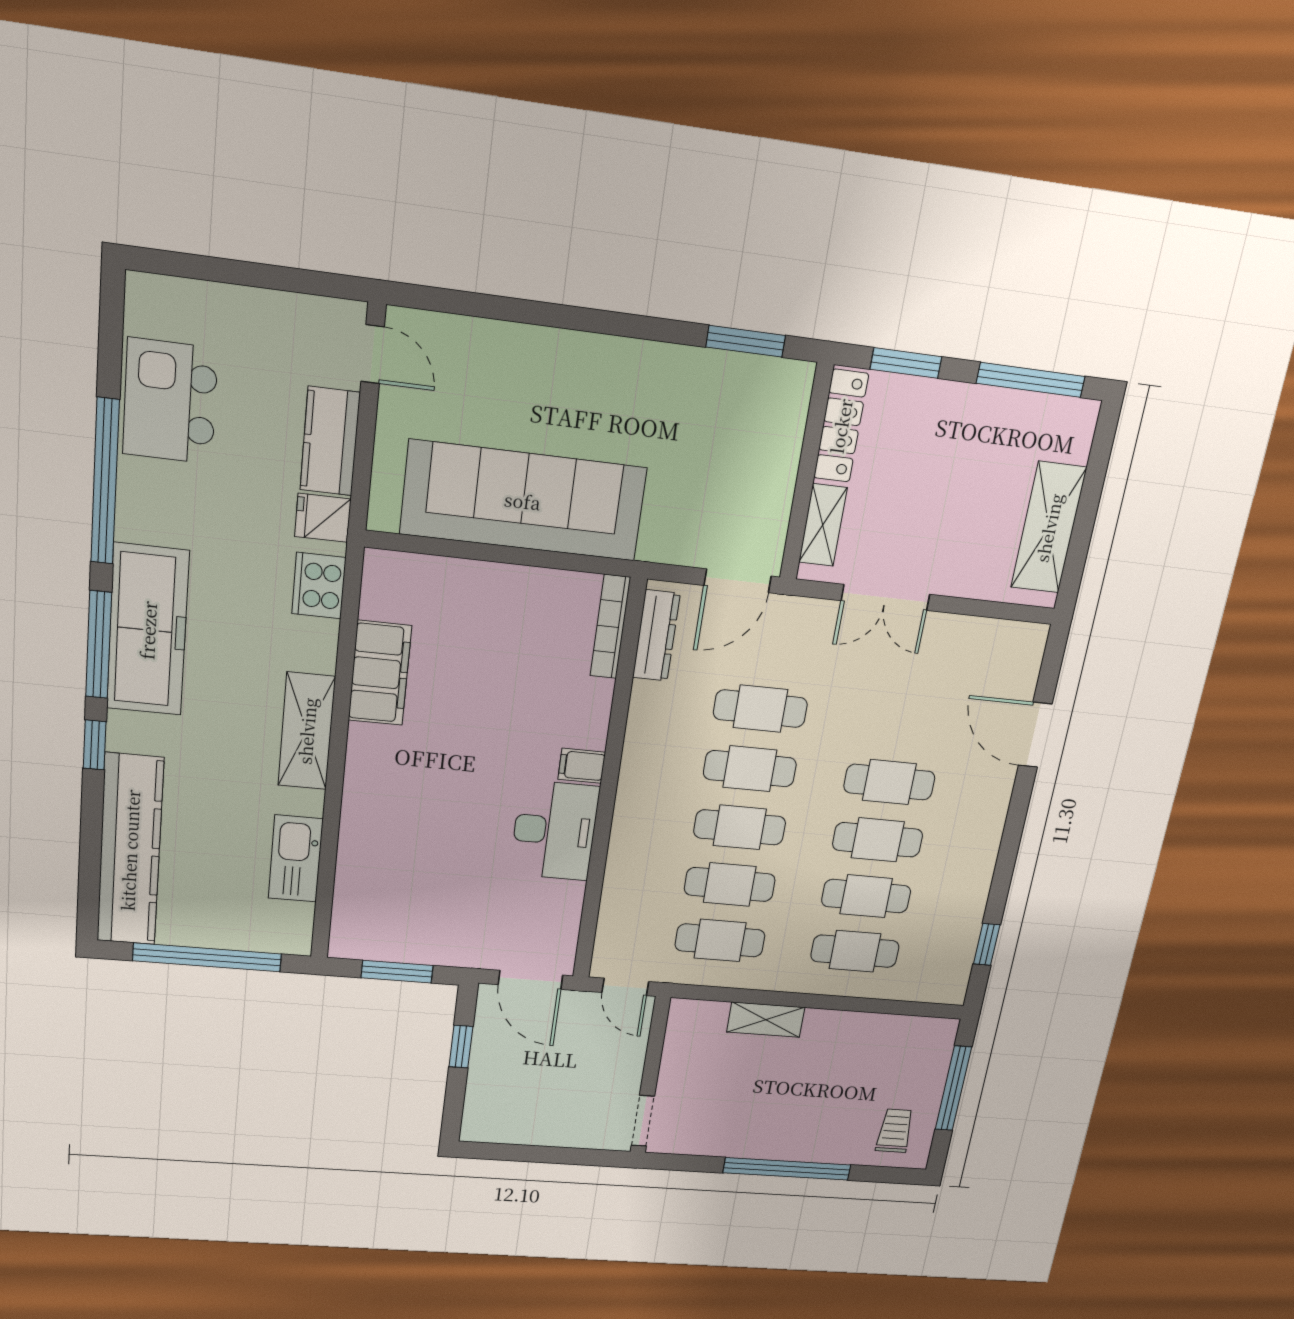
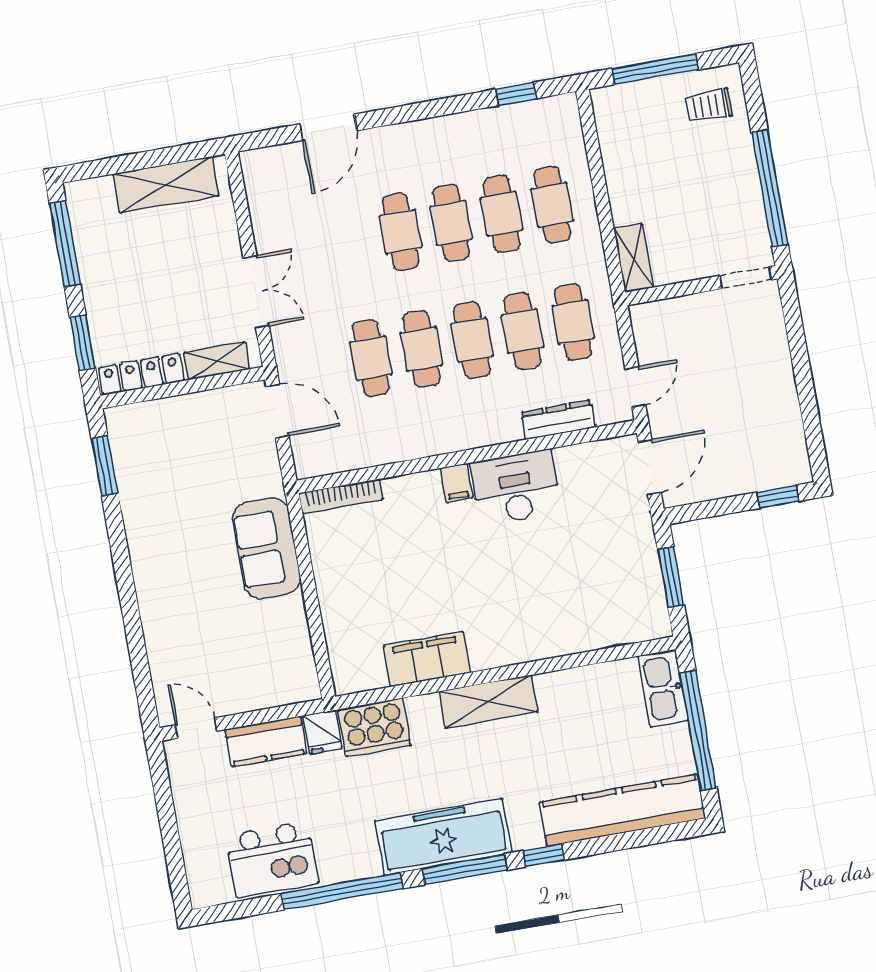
door: (373, 354) -> (196, 728), hinge flipped
sofa: (523, 501) -> (267, 548), width x0.54, depth x0.79
cooker: (319, 586) -> (374, 727), width x1.37, depth x1.31
dresser: (656, 636) -> (558, 420), moved
kitchen sink: (296, 859) -> (663, 688), moved, turned 90
window: (461, 1047) -> (778, 497), moved
wall: (650, 1076) -> (701, 286), moved
doorway: (643, 1121) -> (745, 278), moved

